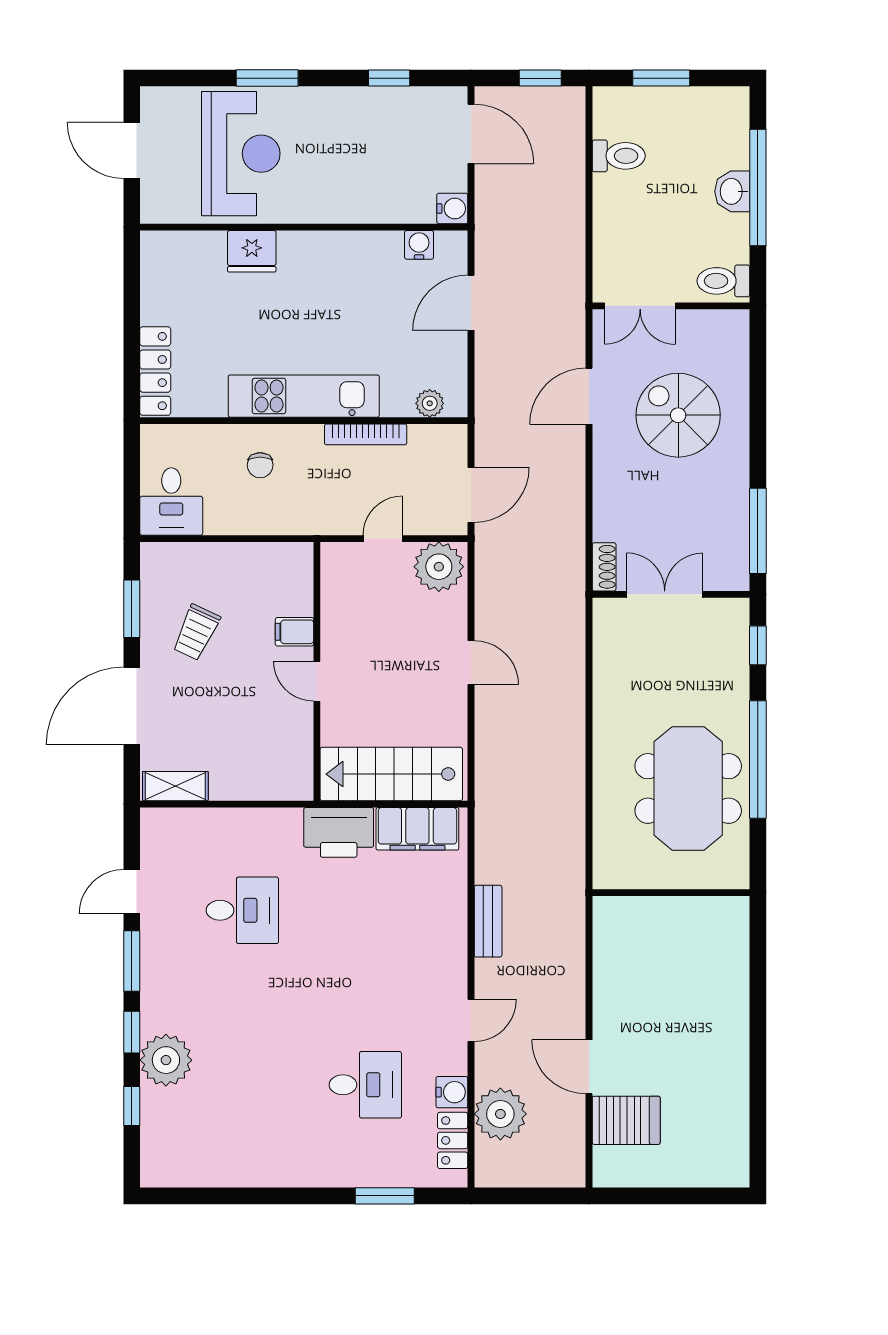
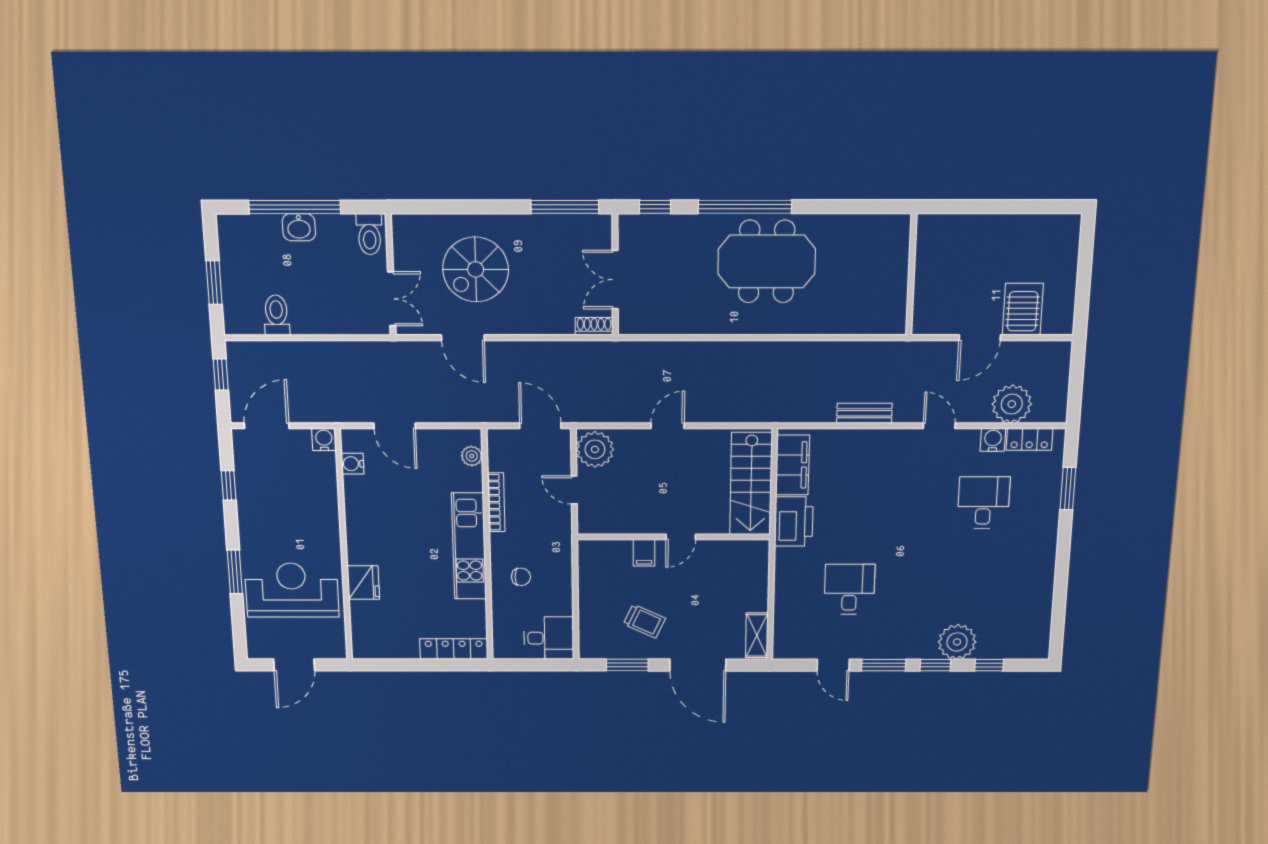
wall: (671, 893) -> (911, 275), moved

